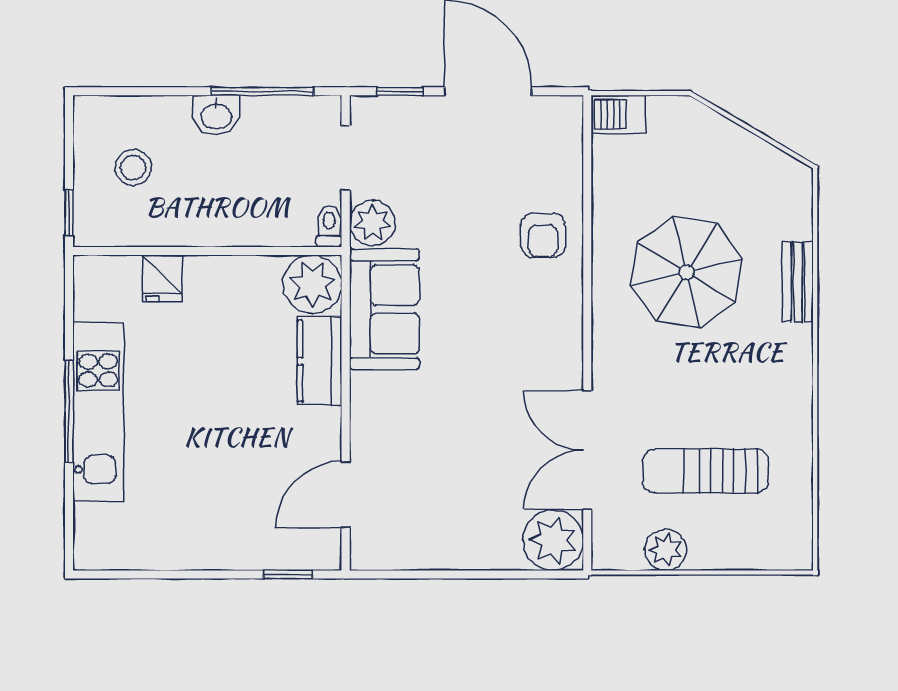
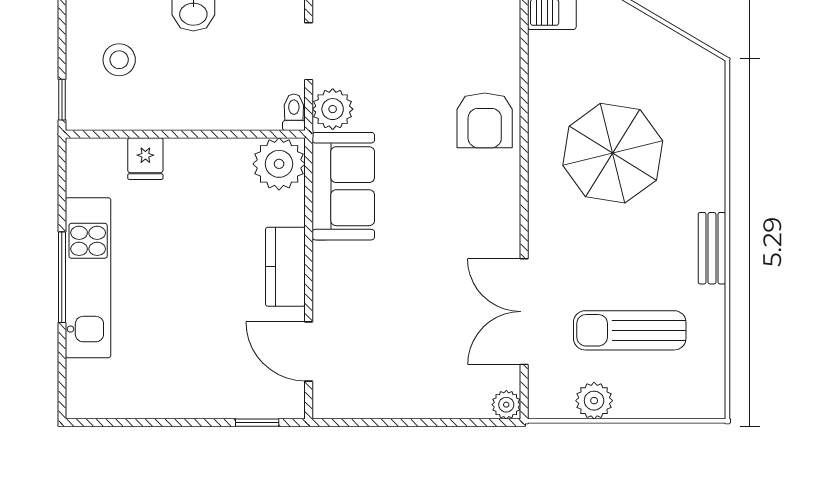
armchair: (543, 235) -> (485, 120), width x1.38, depth x1.38
bench: (798, 282) -> (712, 248), moved
kitchen counter: (320, 361) -> (285, 267), moved
door: (346, 495) -> (309, 351), hinge flipped
plant: (553, 540) -> (506, 405), width x0.53, depth x0.53

